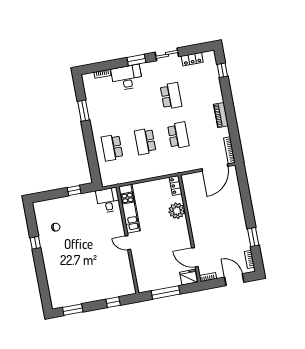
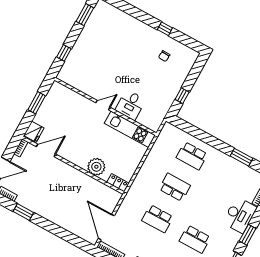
school desk: (112, 148) -> (192, 156), turned 180
desk: (108, 200) -> (130, 105), moved, turned 90
window: (166, 292) -> (37, 103), width x0.69

